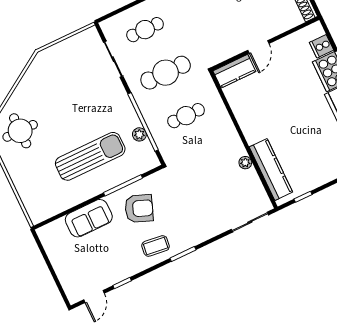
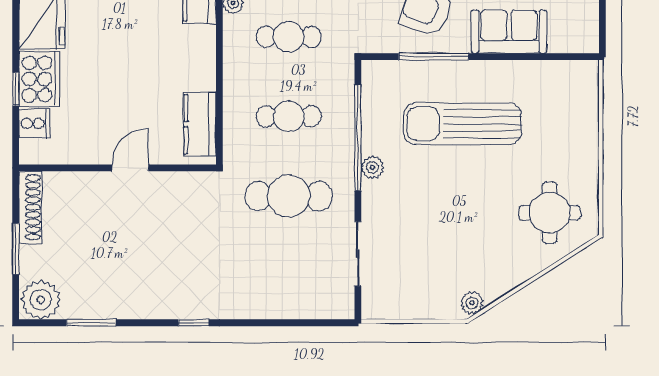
cafe table: (145, 30) -> (289, 37), moved
plant: (39, 62) -> (472, 303), added
kitchen counter: (234, 71) -> (200, 124), moved, turned -90
plant: (139, 134) -> (372, 167), moved

